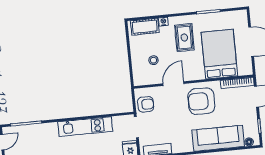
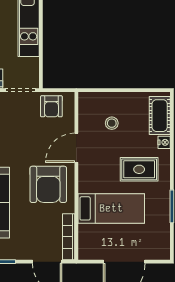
bed: (219, 54) -> (111, 208), width x0.67
door: (173, 84) -> (76, 148), swing flipped
armchair: (201, 101) -> (48, 184), turned 180

